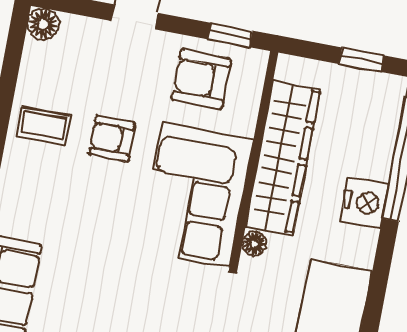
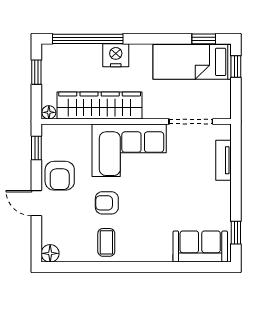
armchair: (201, 79) -> (60, 176), moved
armchair: (112, 139) -> (107, 203), turned 90
floor lamp: (254, 244) -> (49, 112), moved

